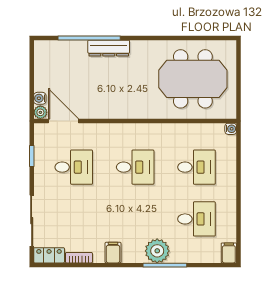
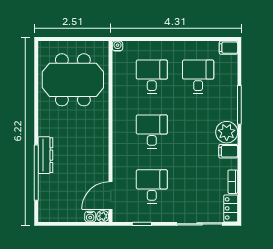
meeting table: (193, 79) -> (73, 80), turned 90
plant: (157, 251) -> (227, 132), moved

